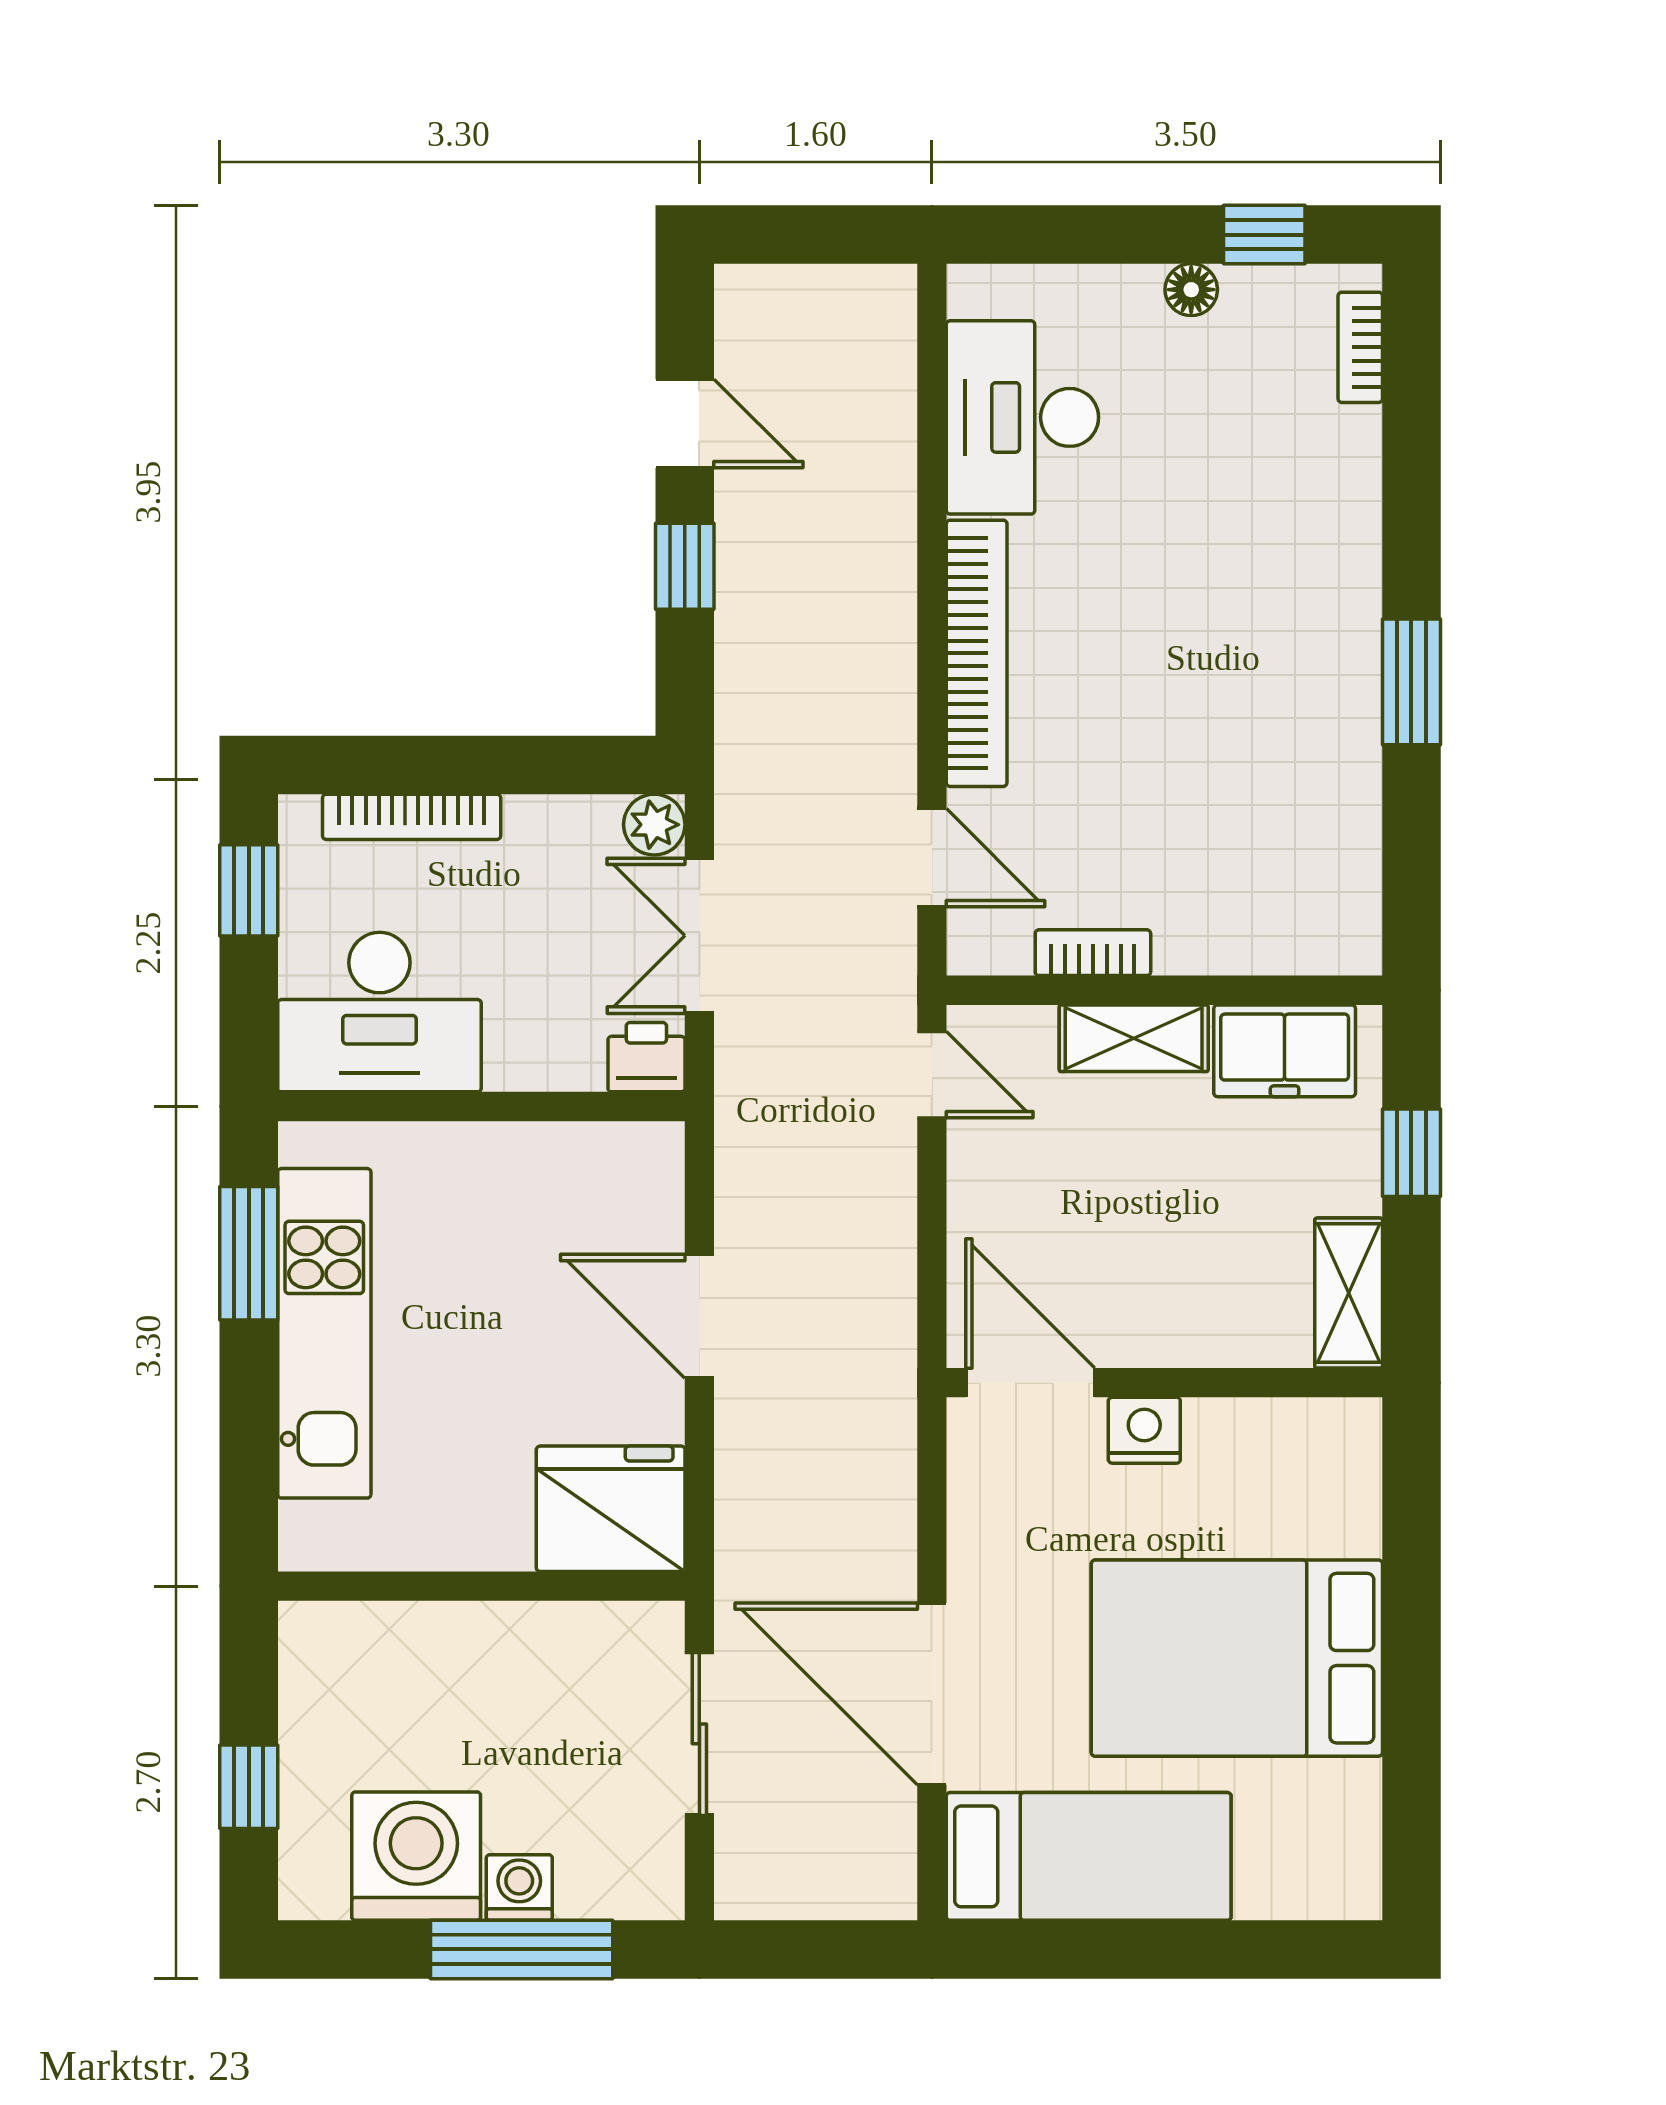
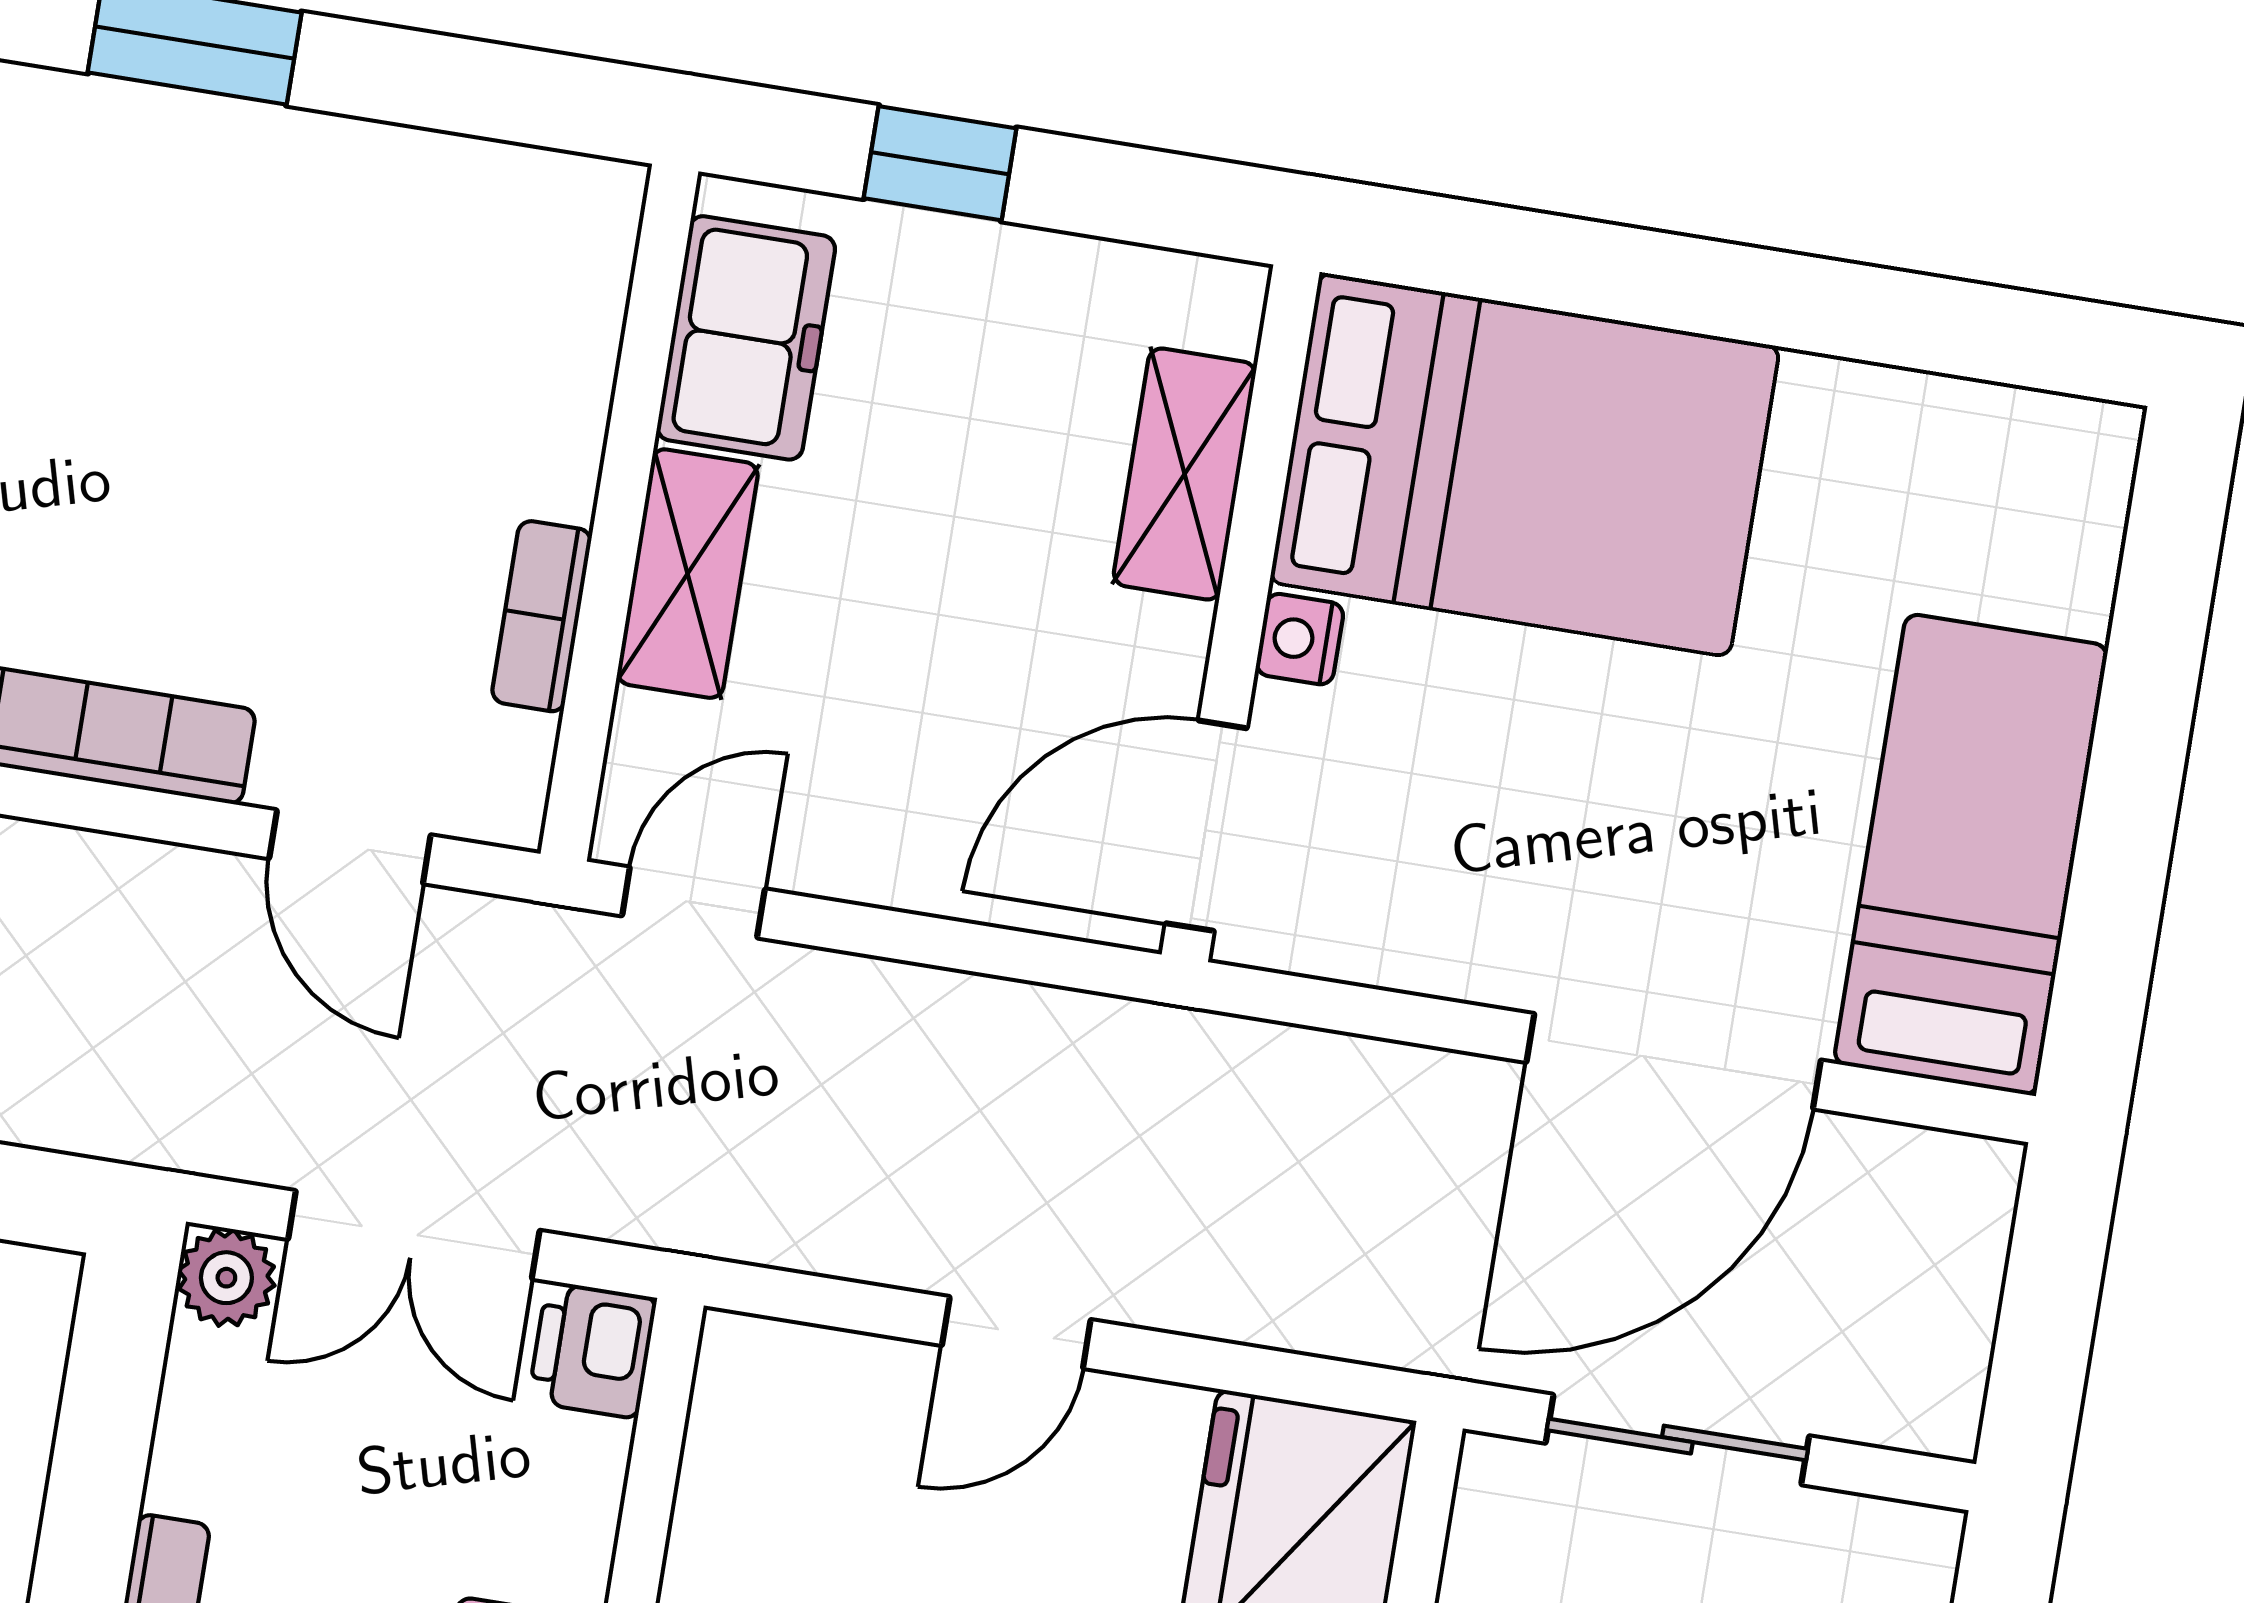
door: (932, 858) -> (350, 847), swing flipped
shelving: (1349, 1293) -> (1185, 474), moved, turned 90
door: (699, 1316) -> (1016, 1332), width x0.73
nightstand: (1144, 1430) -> (1300, 639), width x0.72, depth x0.74
bed: (1237, 1658) -> (1525, 465), moved, turned -90

